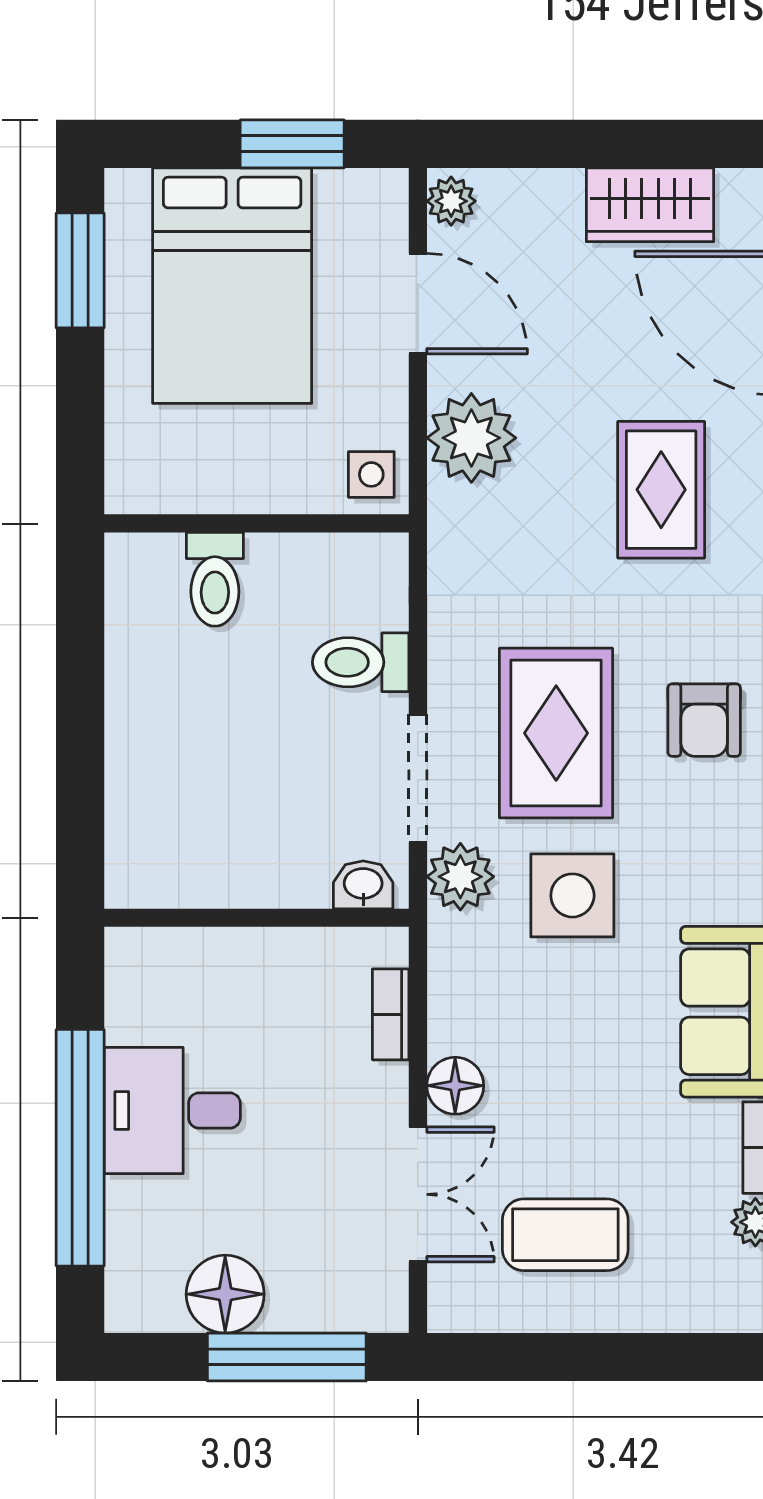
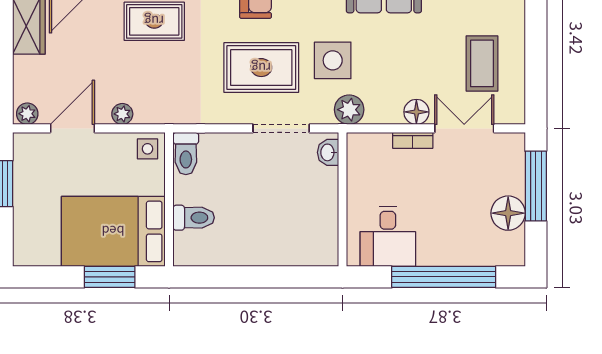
window: (80, 270) -> (110, 277), moved
bed: (232, 286) -> (113, 231), moved, turned 180
plant: (471, 438) -> (122, 114), width x0.53, depth x0.53
toilet: (361, 662) -> (186, 154), moved
plant: (460, 877) -> (349, 110), moved
bookcase: (391, 1014) -> (413, 140), moved
desk: (172, 1111) -> (388, 236), moved

